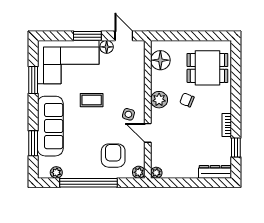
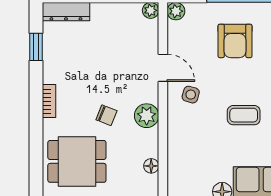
floor lamp: (160, 60) -> (151, 166), width x0.53, depth x0.53
bookcase: (227, 125) -> (49, 101), moved
armchair: (113, 156) -> (235, 41), moved

